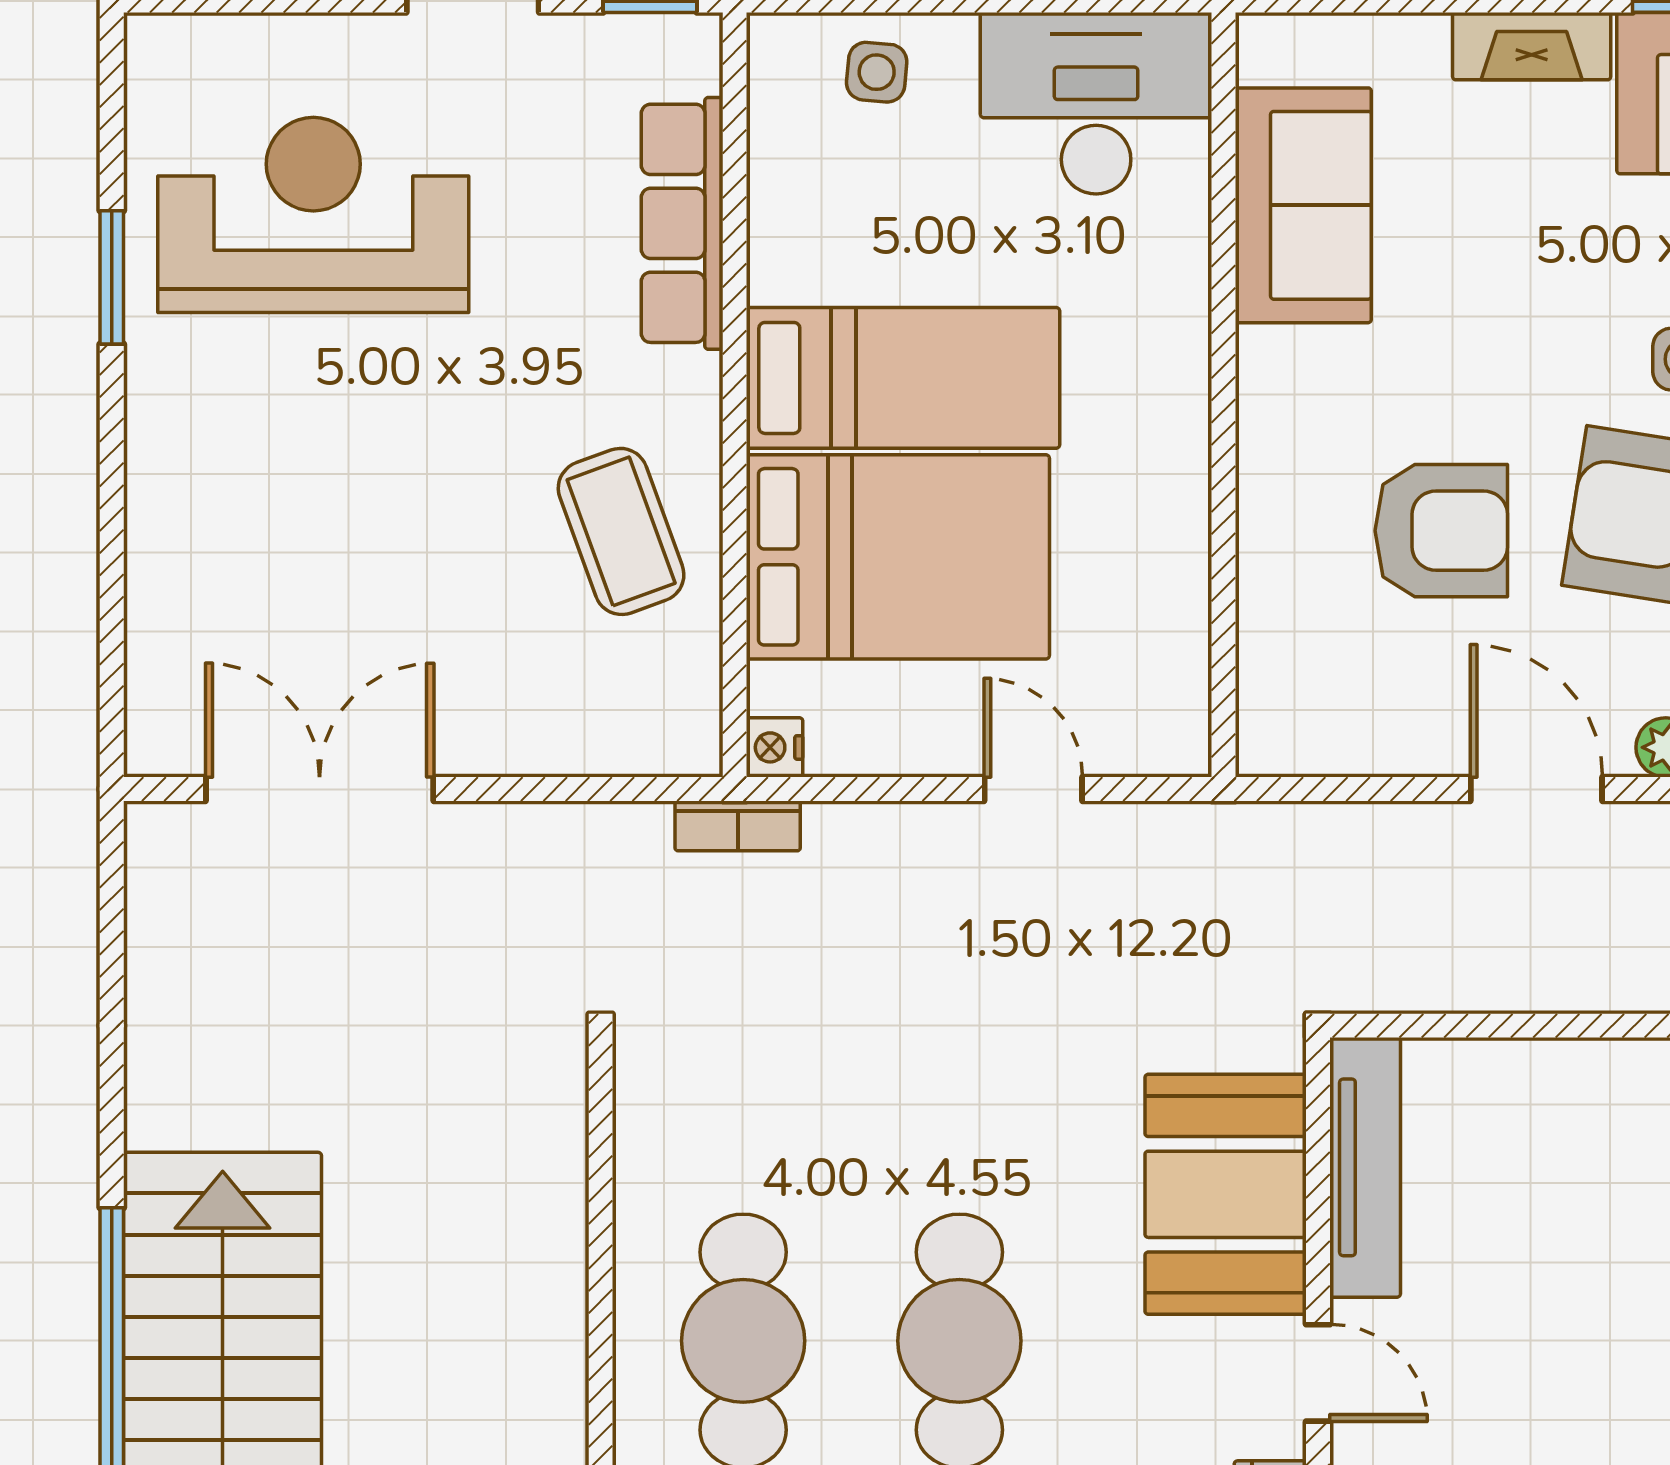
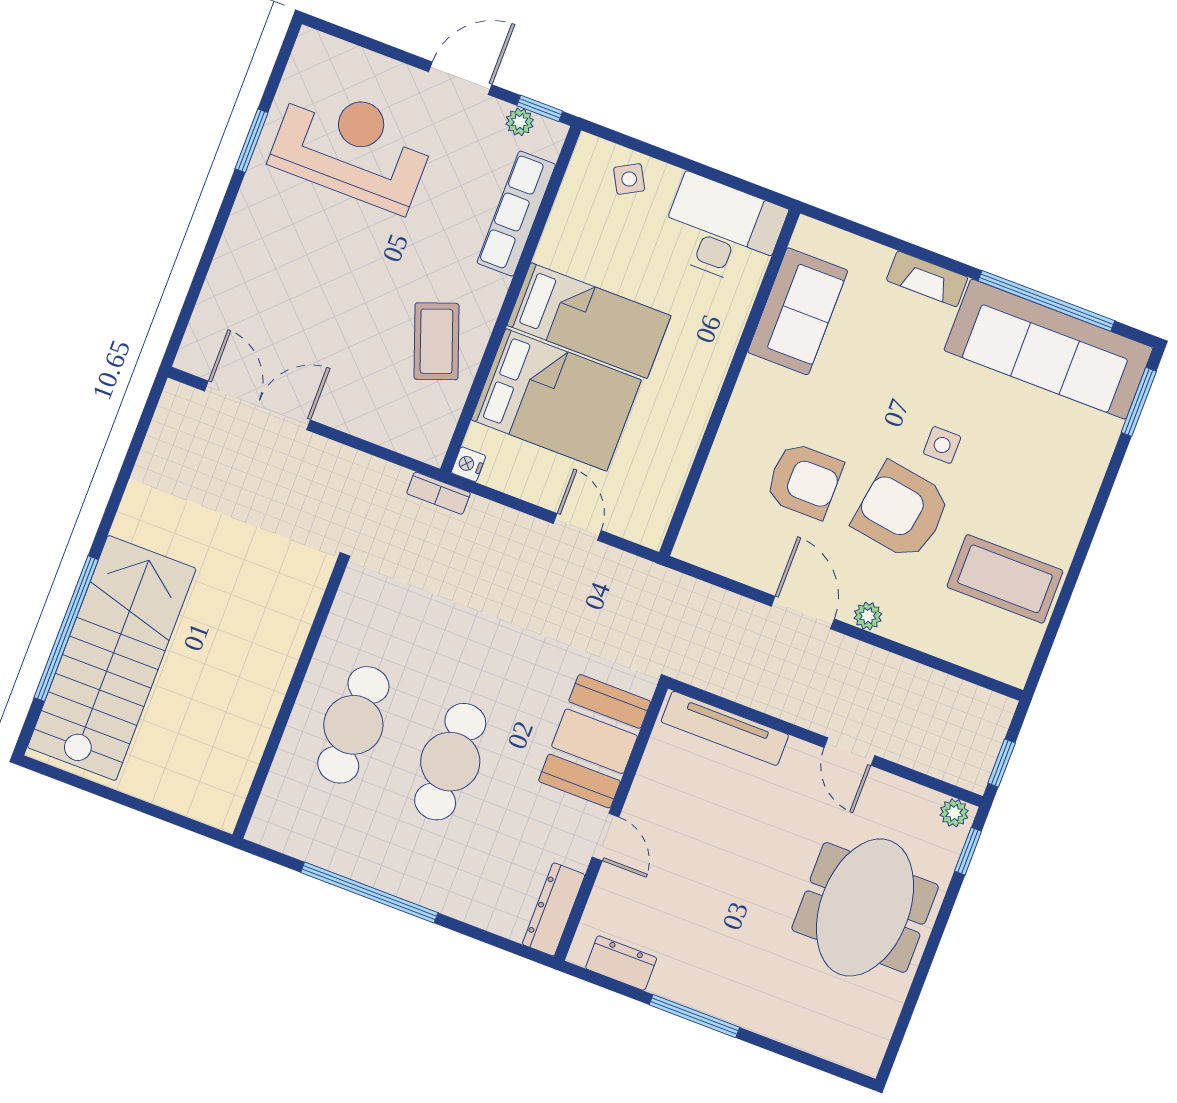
plant: (621, 42) -> (520, 122), added
side table: (877, 72) -> (629, 179), turned -34
tv unit: (1365, 1167) -> (725, 728), moved, turned 90

